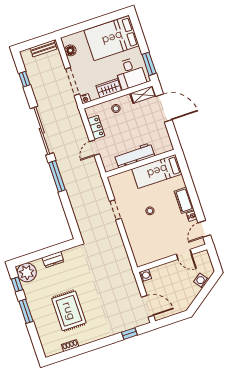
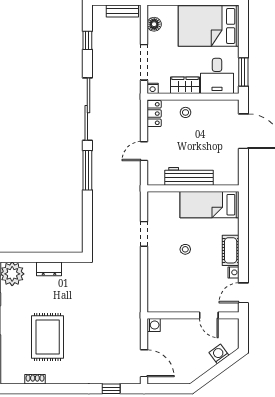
shelving: (143, 95) -> (223, 107), removed
locker: (96, 127) -> (154, 114), moved

